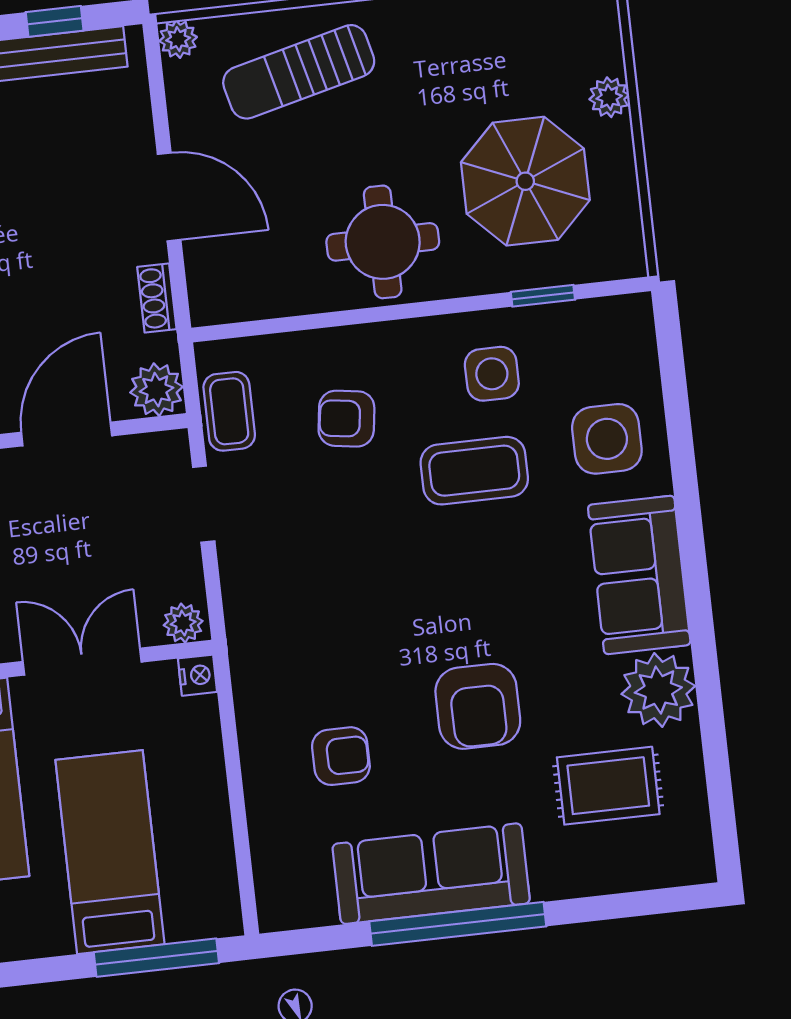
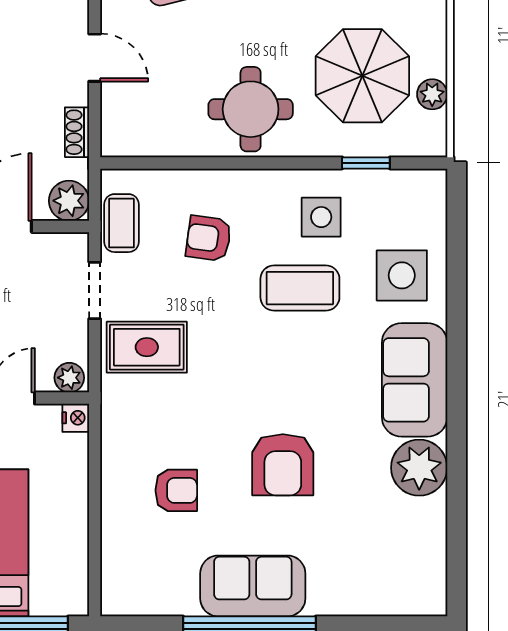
plant: (609, 97) -> (432, 94), moved
door: (169, 197) -> (95, 58), width x0.73
rug: (608, 786) -> (147, 347), moved
sofa: (431, 874) -> (253, 586), width x0.73

